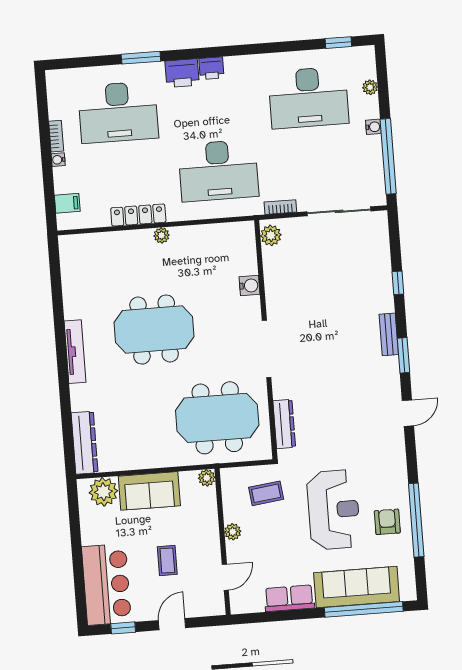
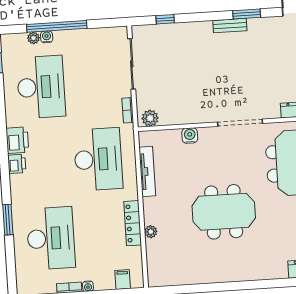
printer: (182, 73) -> (17, 140), moved
water cooler: (373, 127) -> (47, 37), moved
window: (388, 156) -> (57, 26), moved
plant: (162, 235) -> (151, 232), moved
window: (398, 283) -> (165, 19), moved
meeting table: (154, 330) -> (224, 212), turned 90
tv unit: (75, 352) -> (147, 172), moved, turned 90

